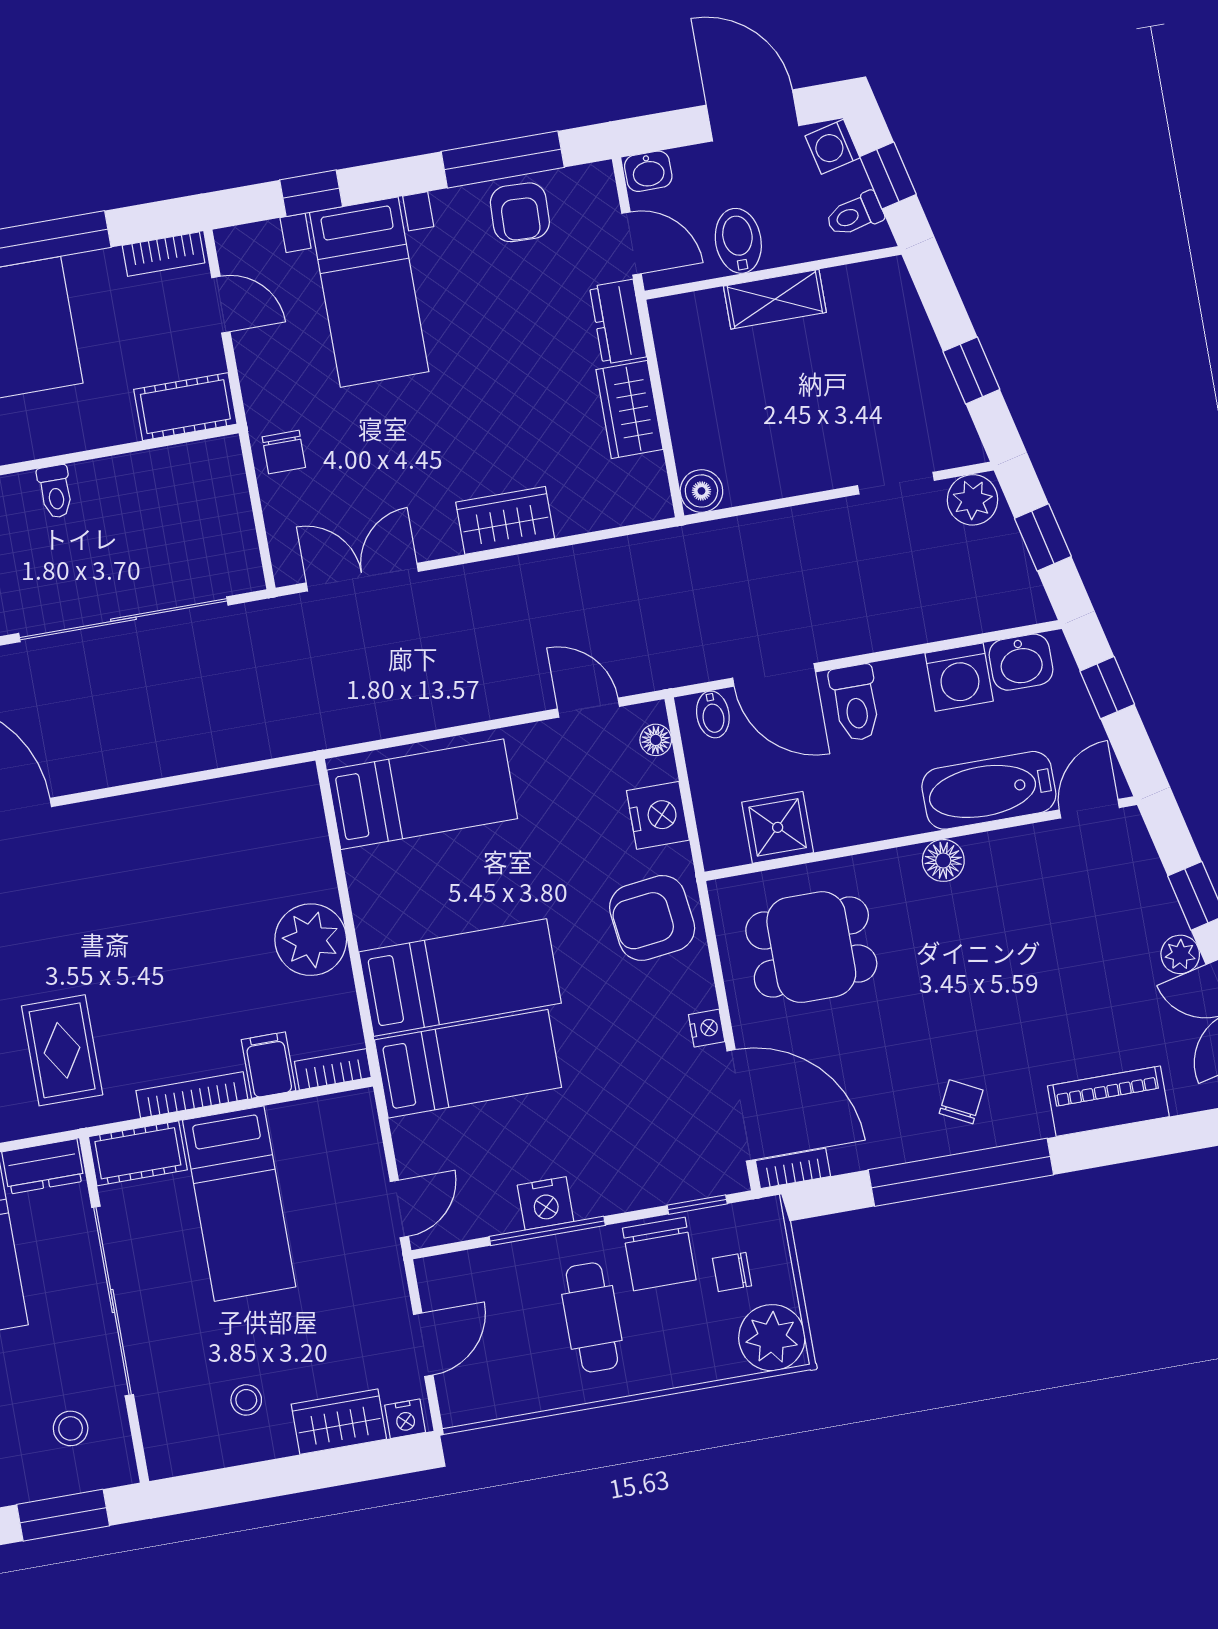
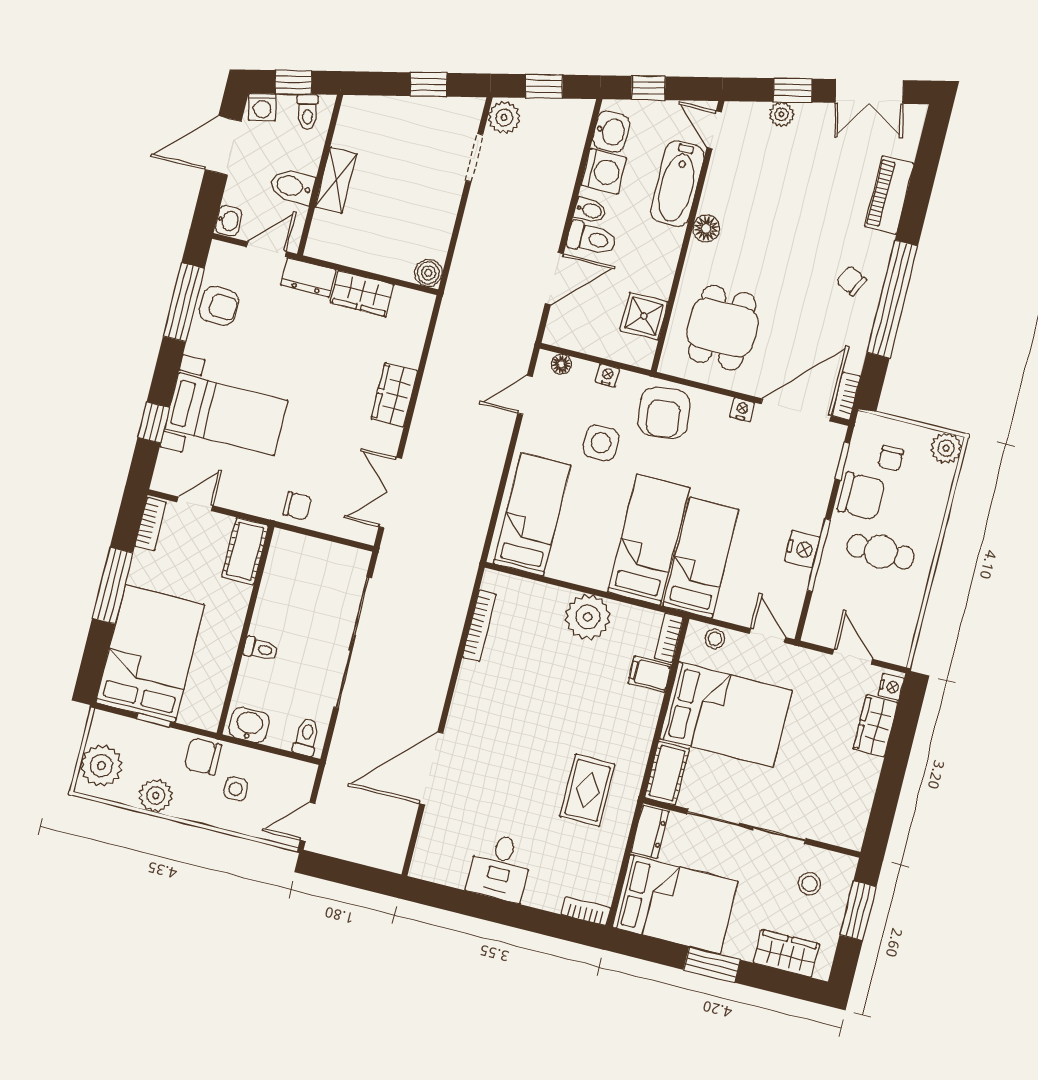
bidet: (713, 714) -> (590, 210), moved
nightstand: (658, 815) -> (608, 375), width x0.53, depth x0.56
side table: (569, 847) -> (601, 443), added
plant: (1180, 954) -> (782, 114), moved
rug: (62, 1050) -> (587, 790), turned 90
bookcase: (192, 1095) -> (479, 626), moved, turned 180
bed: (239, 1204) -> (726, 714), width x1.50
plant: (772, 1338) -> (946, 448), width x0.73, depth x0.73
stool: (246, 1400) -> (715, 639), moved

